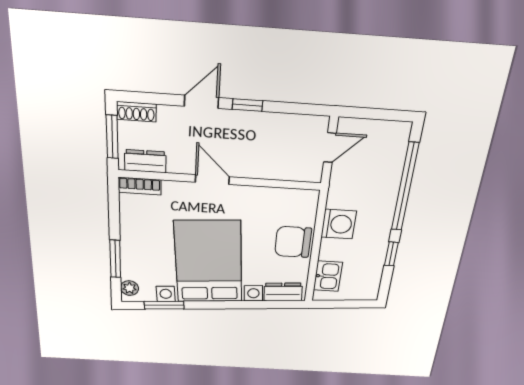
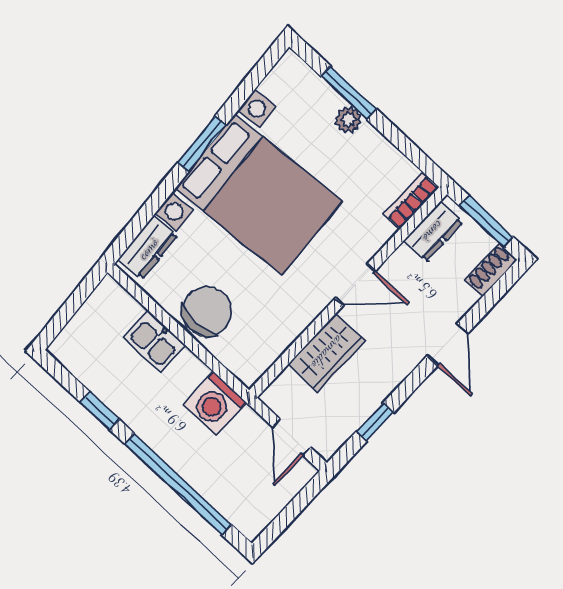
window: (247, 105) -> (375, 422), moved
wardrobe: (264, 166) -> (327, 353), added
washing machine: (339, 224) -> (215, 403), moved
kitchen sink: (328, 276) -> (155, 342), moved
plant: (130, 288) -> (348, 120), moved
window: (164, 305) -> (202, 144), moved

